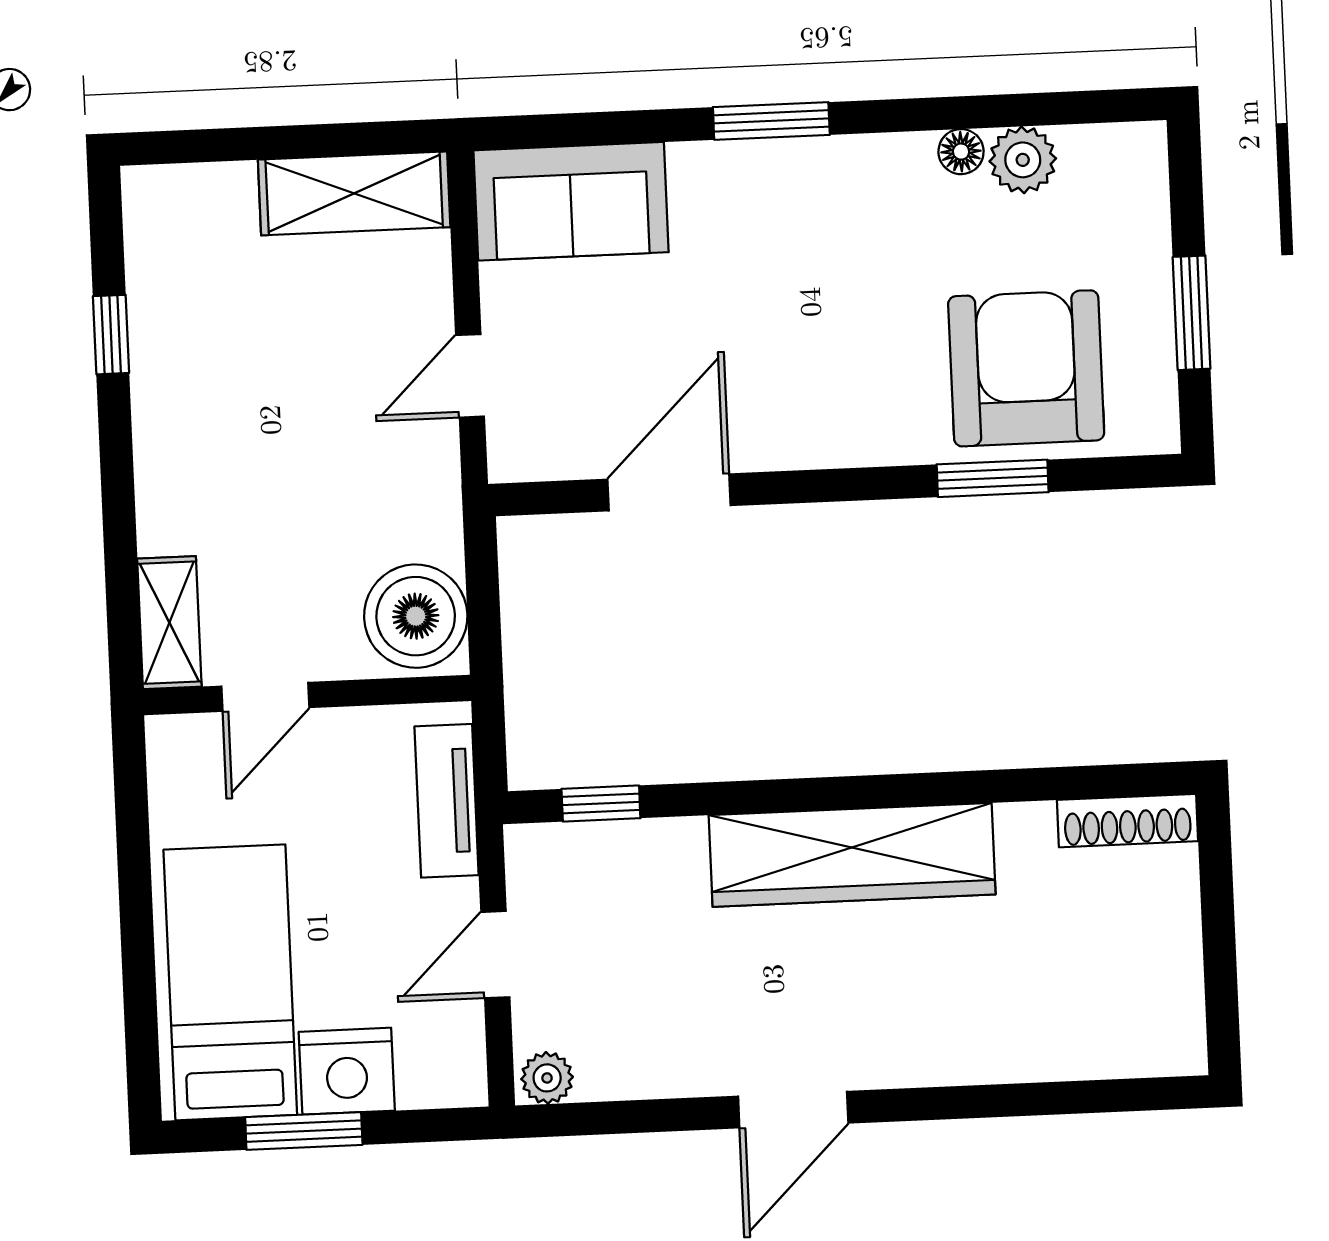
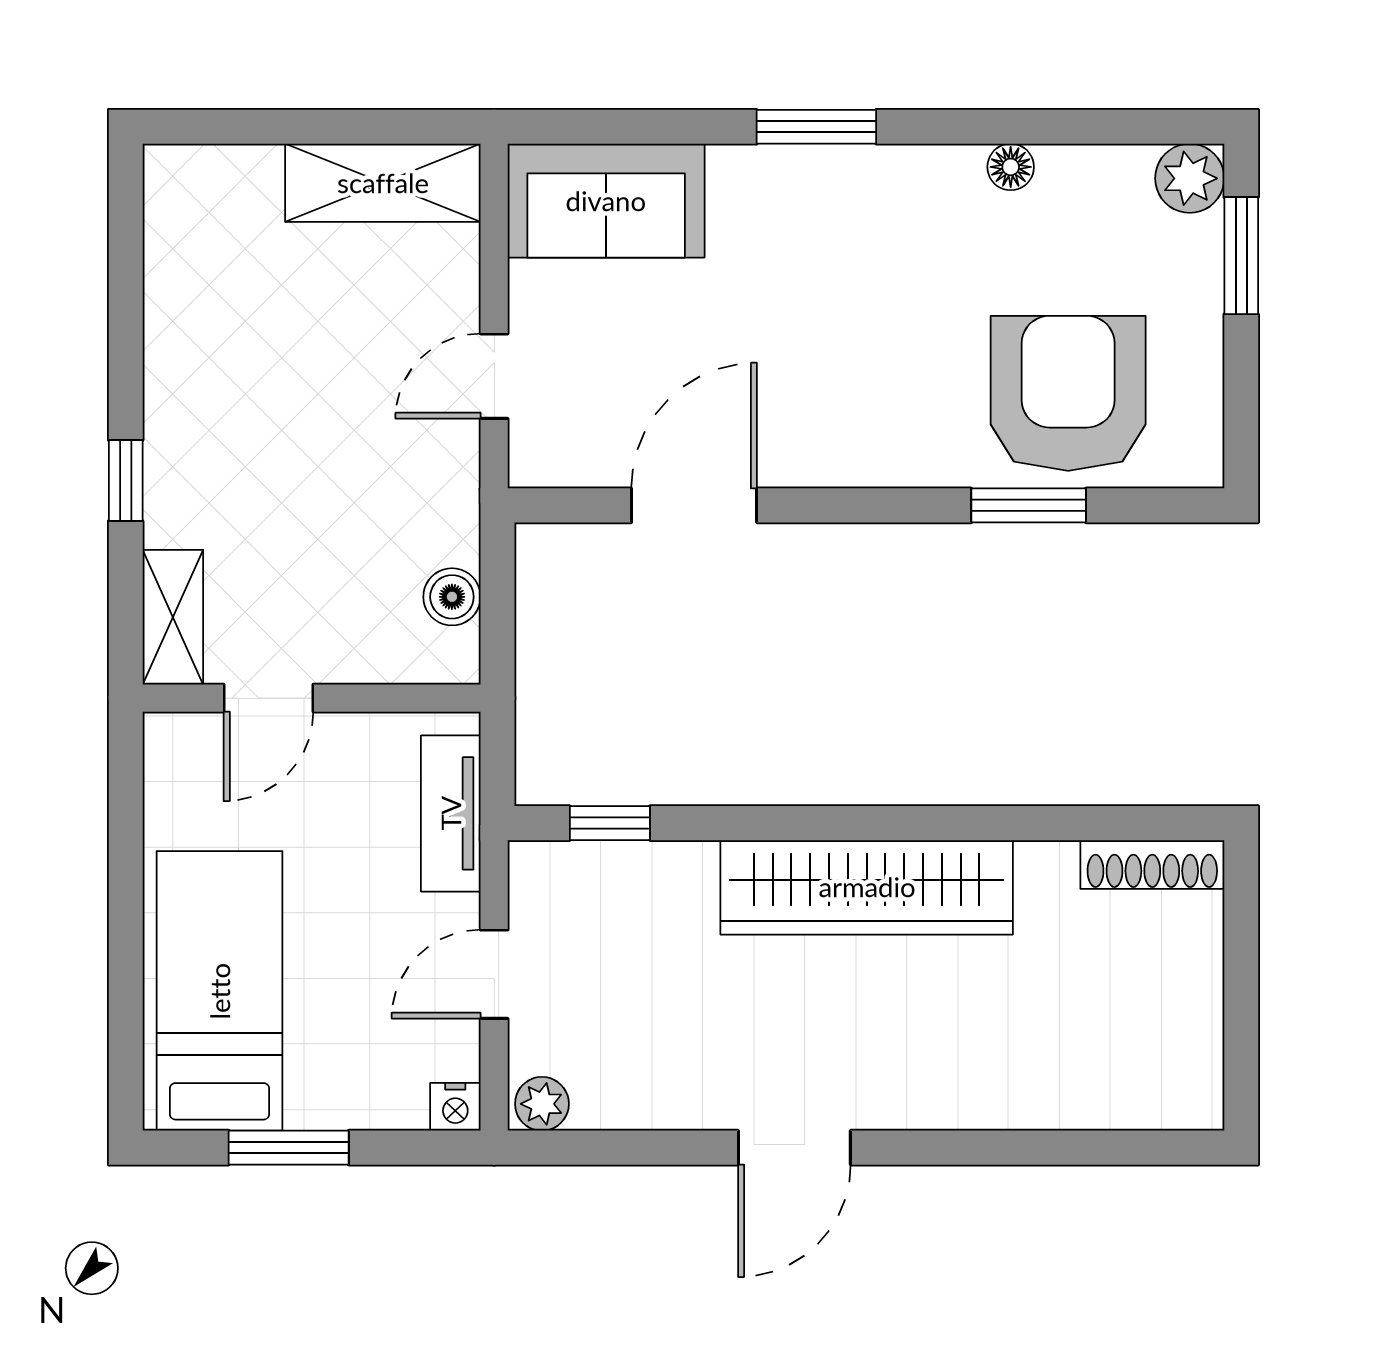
plant: (1023, 160) -> (1190, 178), moved
window: (1192, 313) -> (1241, 256), moved
window: (111, 335) -> (126, 481), moved
boiler: (416, 616) -> (452, 597), width x0.54, depth x0.54
nightstand: (347, 1071) -> (455, 1107), moved, width x0.53, depth x0.56

